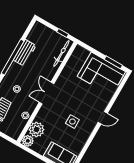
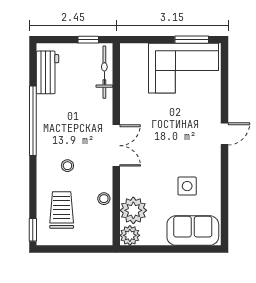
workbench: (25, 53) -> (47, 72), moved
double door: (46, 93) -> (116, 146), swing flipped
side table: (72, 122) -> (187, 186), moved

